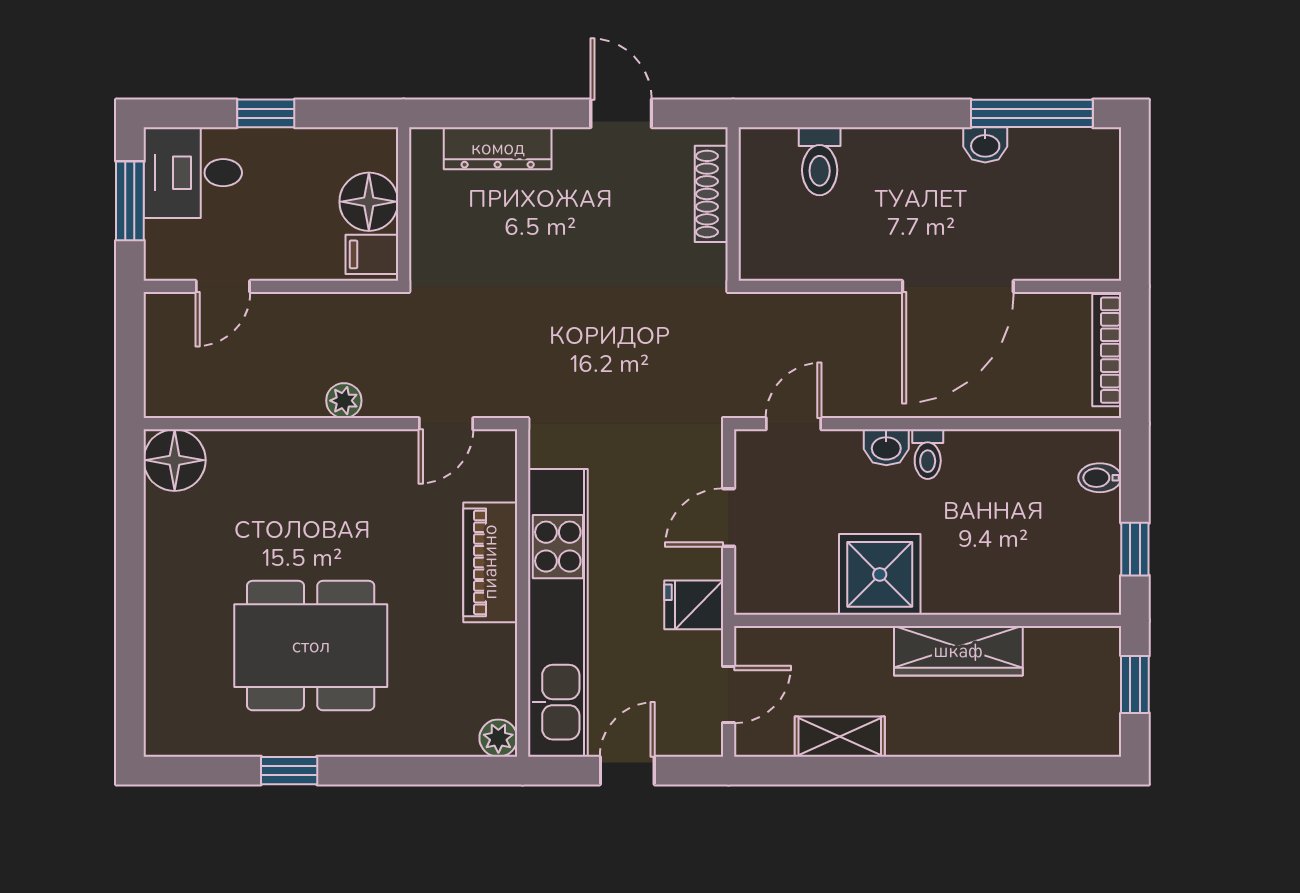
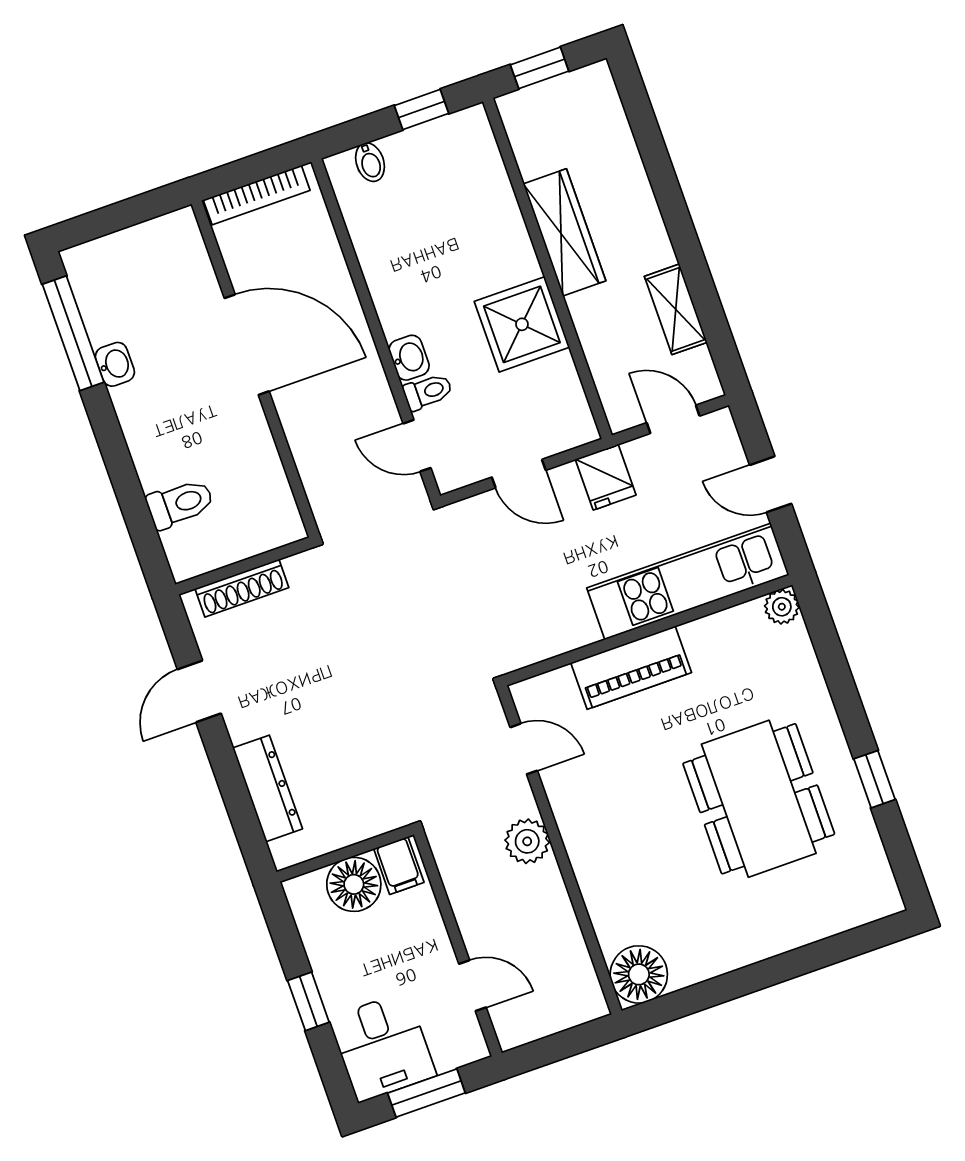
plant: (344, 401) -> (527, 841), width x1.38, depth x1.38
toilet: (928, 454) -> (428, 392), moved
kitchen unit: (558, 613) -> (688, 581), width x0.73

